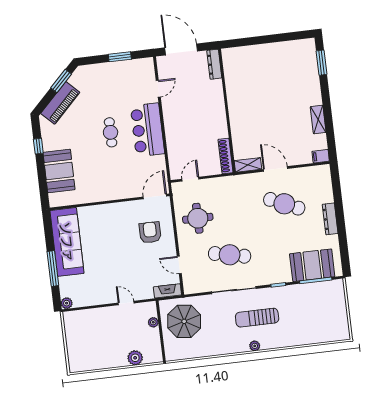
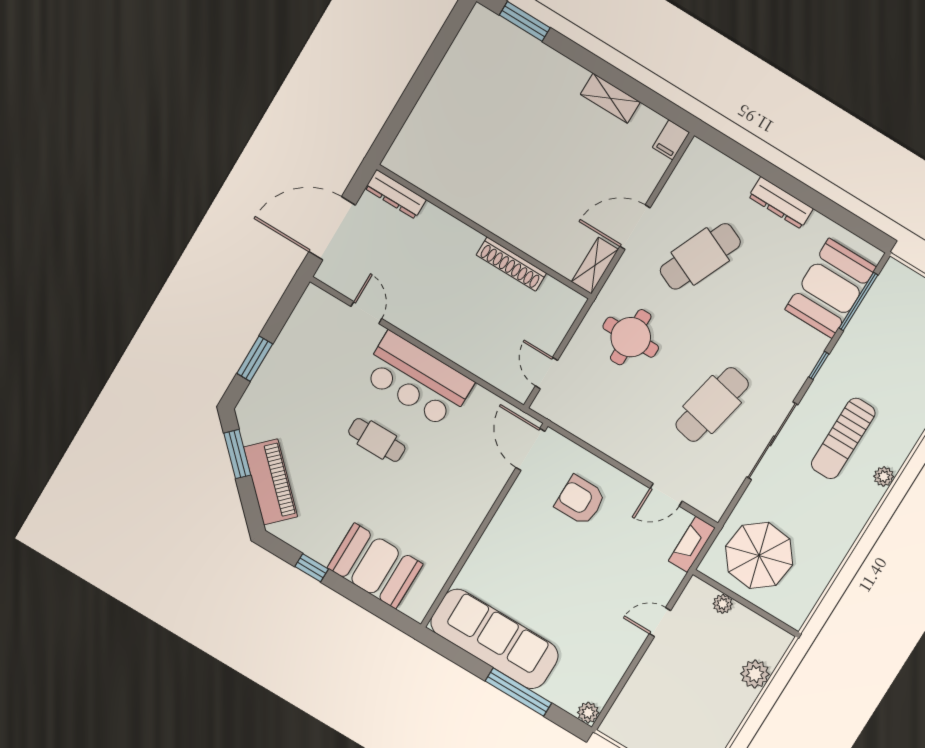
window: (120, 57) -> (255, 359), moved
shoe rack: (226, 156) -> (511, 264), moved
round table: (198, 218) -> (631, 337), moved

